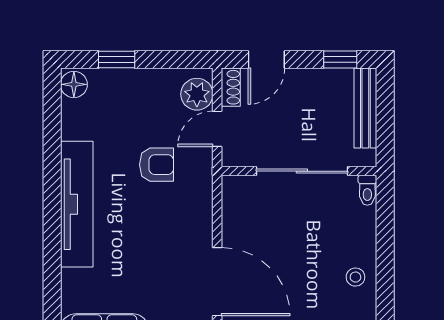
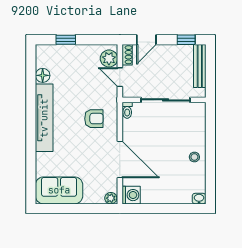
floor lamp: (74, 84) -> (43, 75), moved
door: (217, 129) -> (120, 77), hinge flipped
armchair: (157, 165) -> (94, 119), moved
toilet: (367, 190) -> (127, 110), moved

